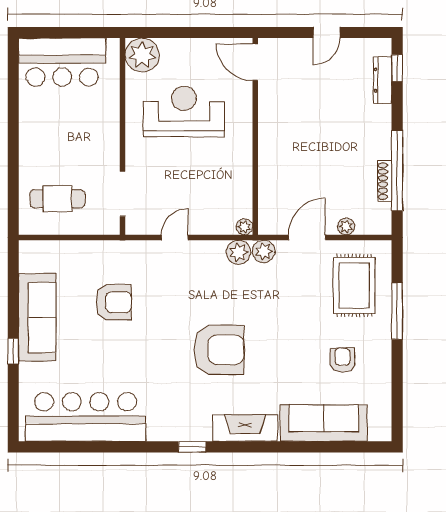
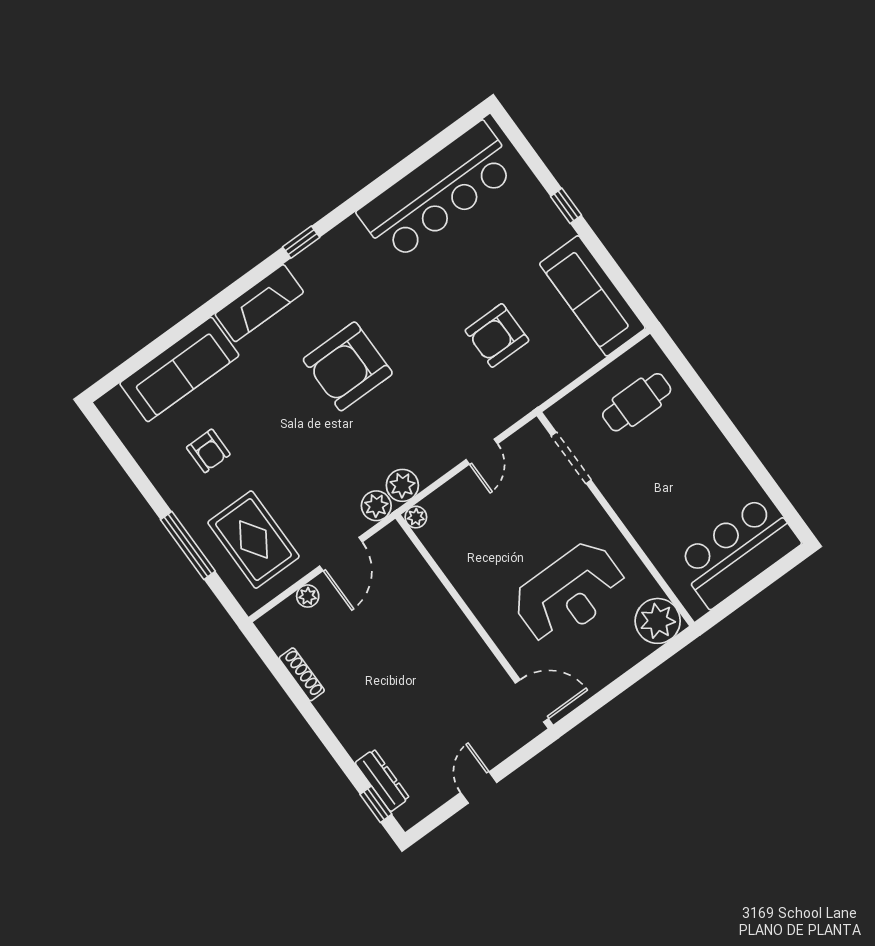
window: (397, 171) -> (297, 695), removed
sofa: (37, 317) -> (592, 296), moved

